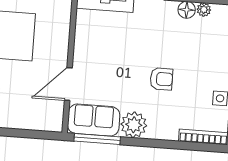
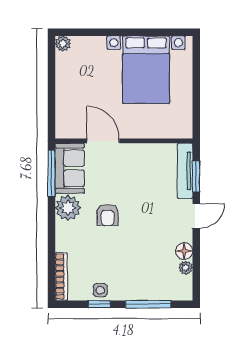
armchair: (161, 79) -> (108, 215), moved

